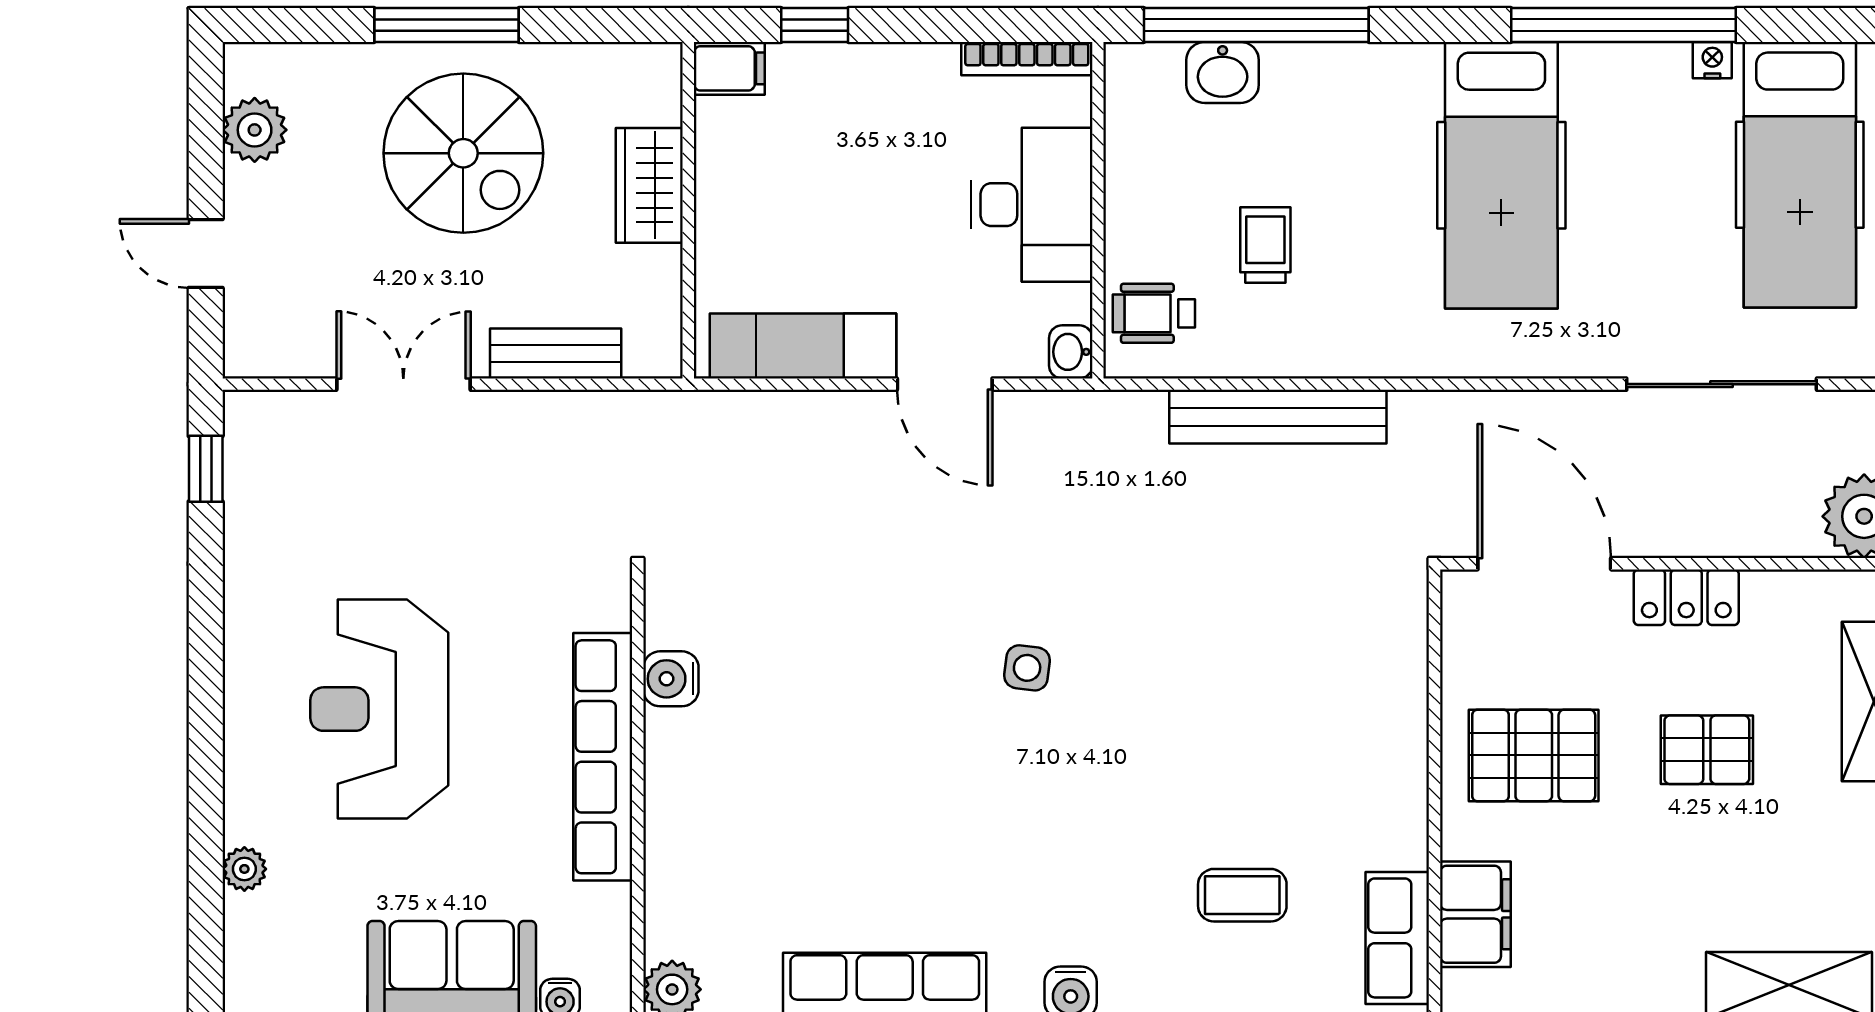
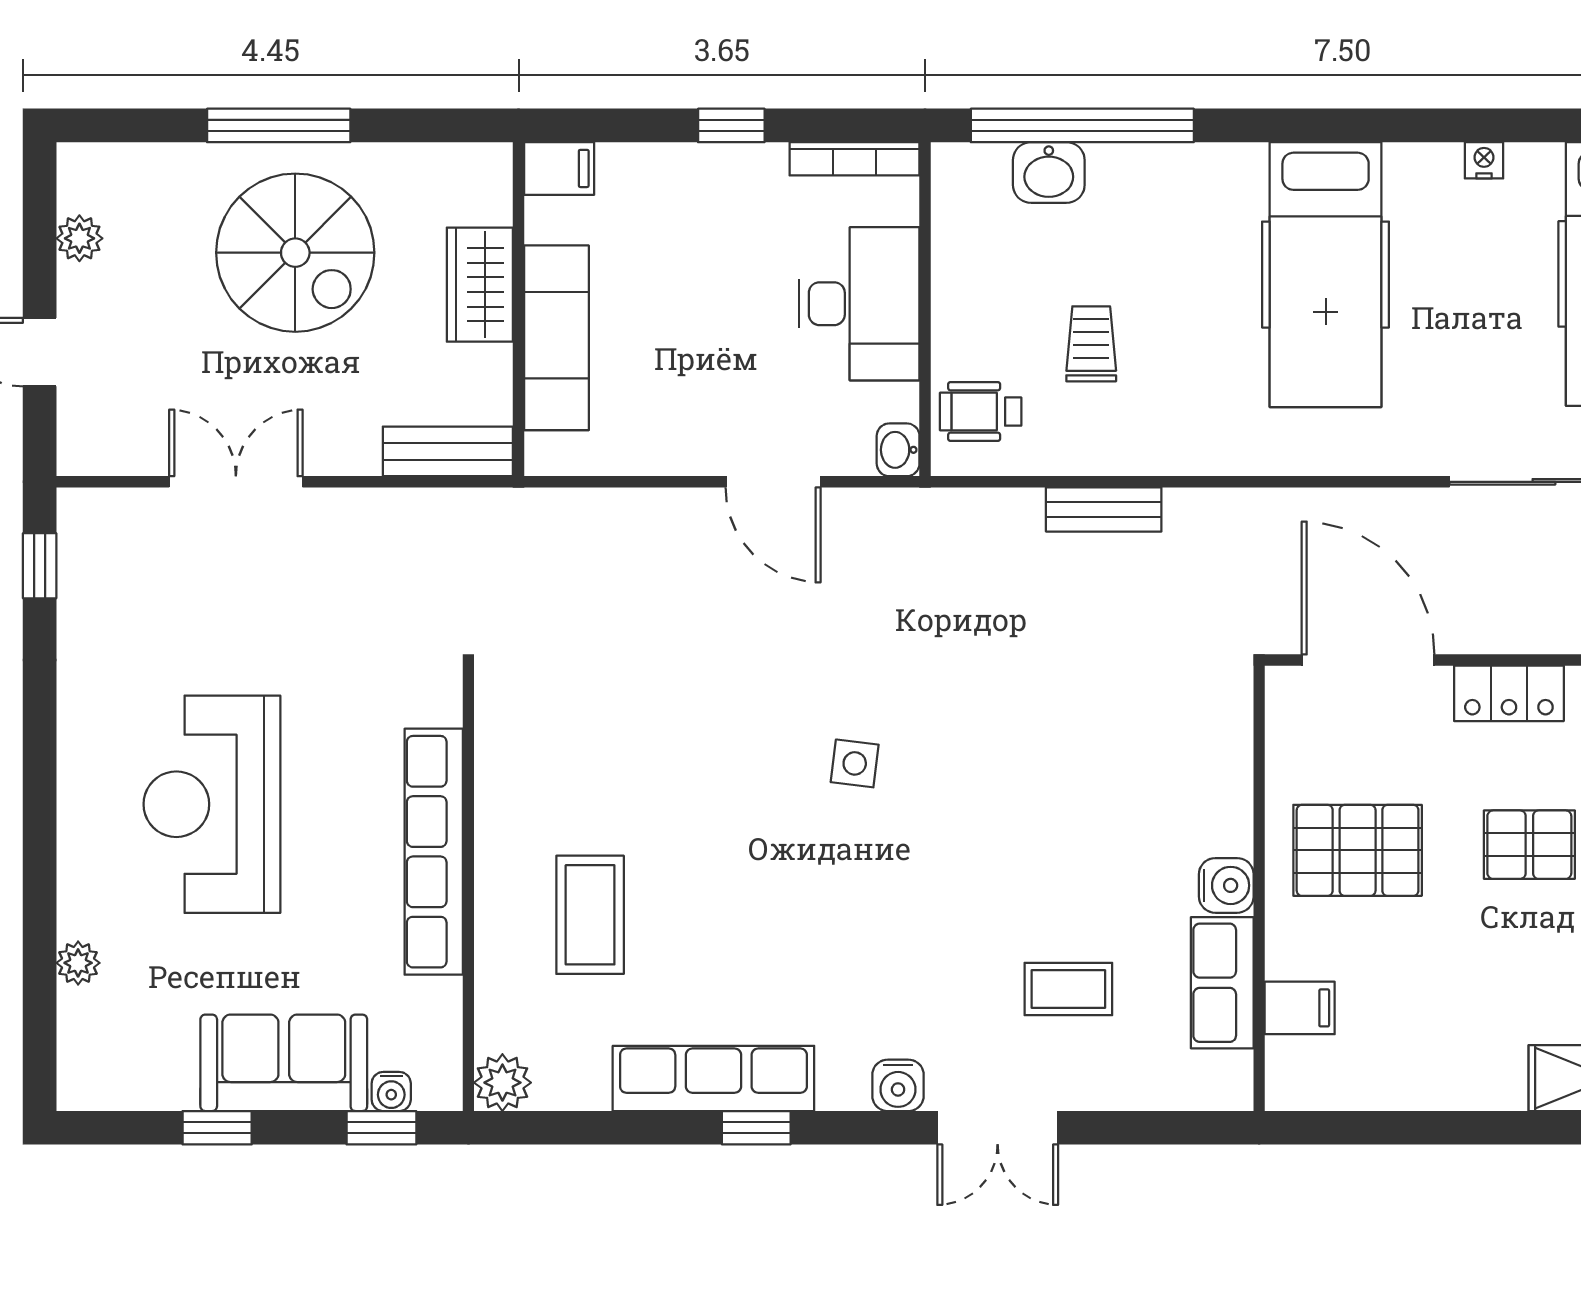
window: (815, 25) -> (731, 125), moved
window: (1623, 25) -> (1447, 125), removed
nightstand: (1712, 60) -> (1484, 160), moved
plant: (255, 130) -> (79, 238), width x0.73, depth x0.73
exam couch: (803, 346) -> (556, 338), moved, turned 90
bench: (556, 353) -> (448, 451), moved
bench: (1278, 417) -> (1104, 509), width x0.54, depth x0.82
water cooler: (671, 679) -> (1226, 885), moved, turned 180
coffee table: (760, 820) -> (590, 915), added
filing cabinet: (1475, 914) -> (1300, 1008), width x0.50
row of seats: (1397, 938) -> (1222, 983), moved

